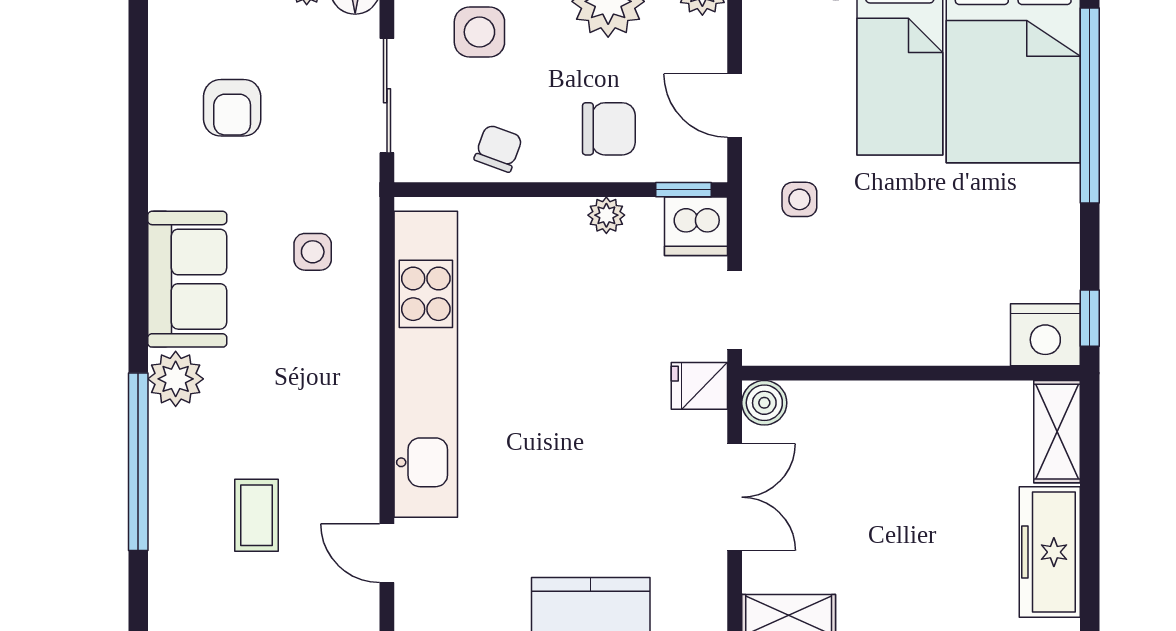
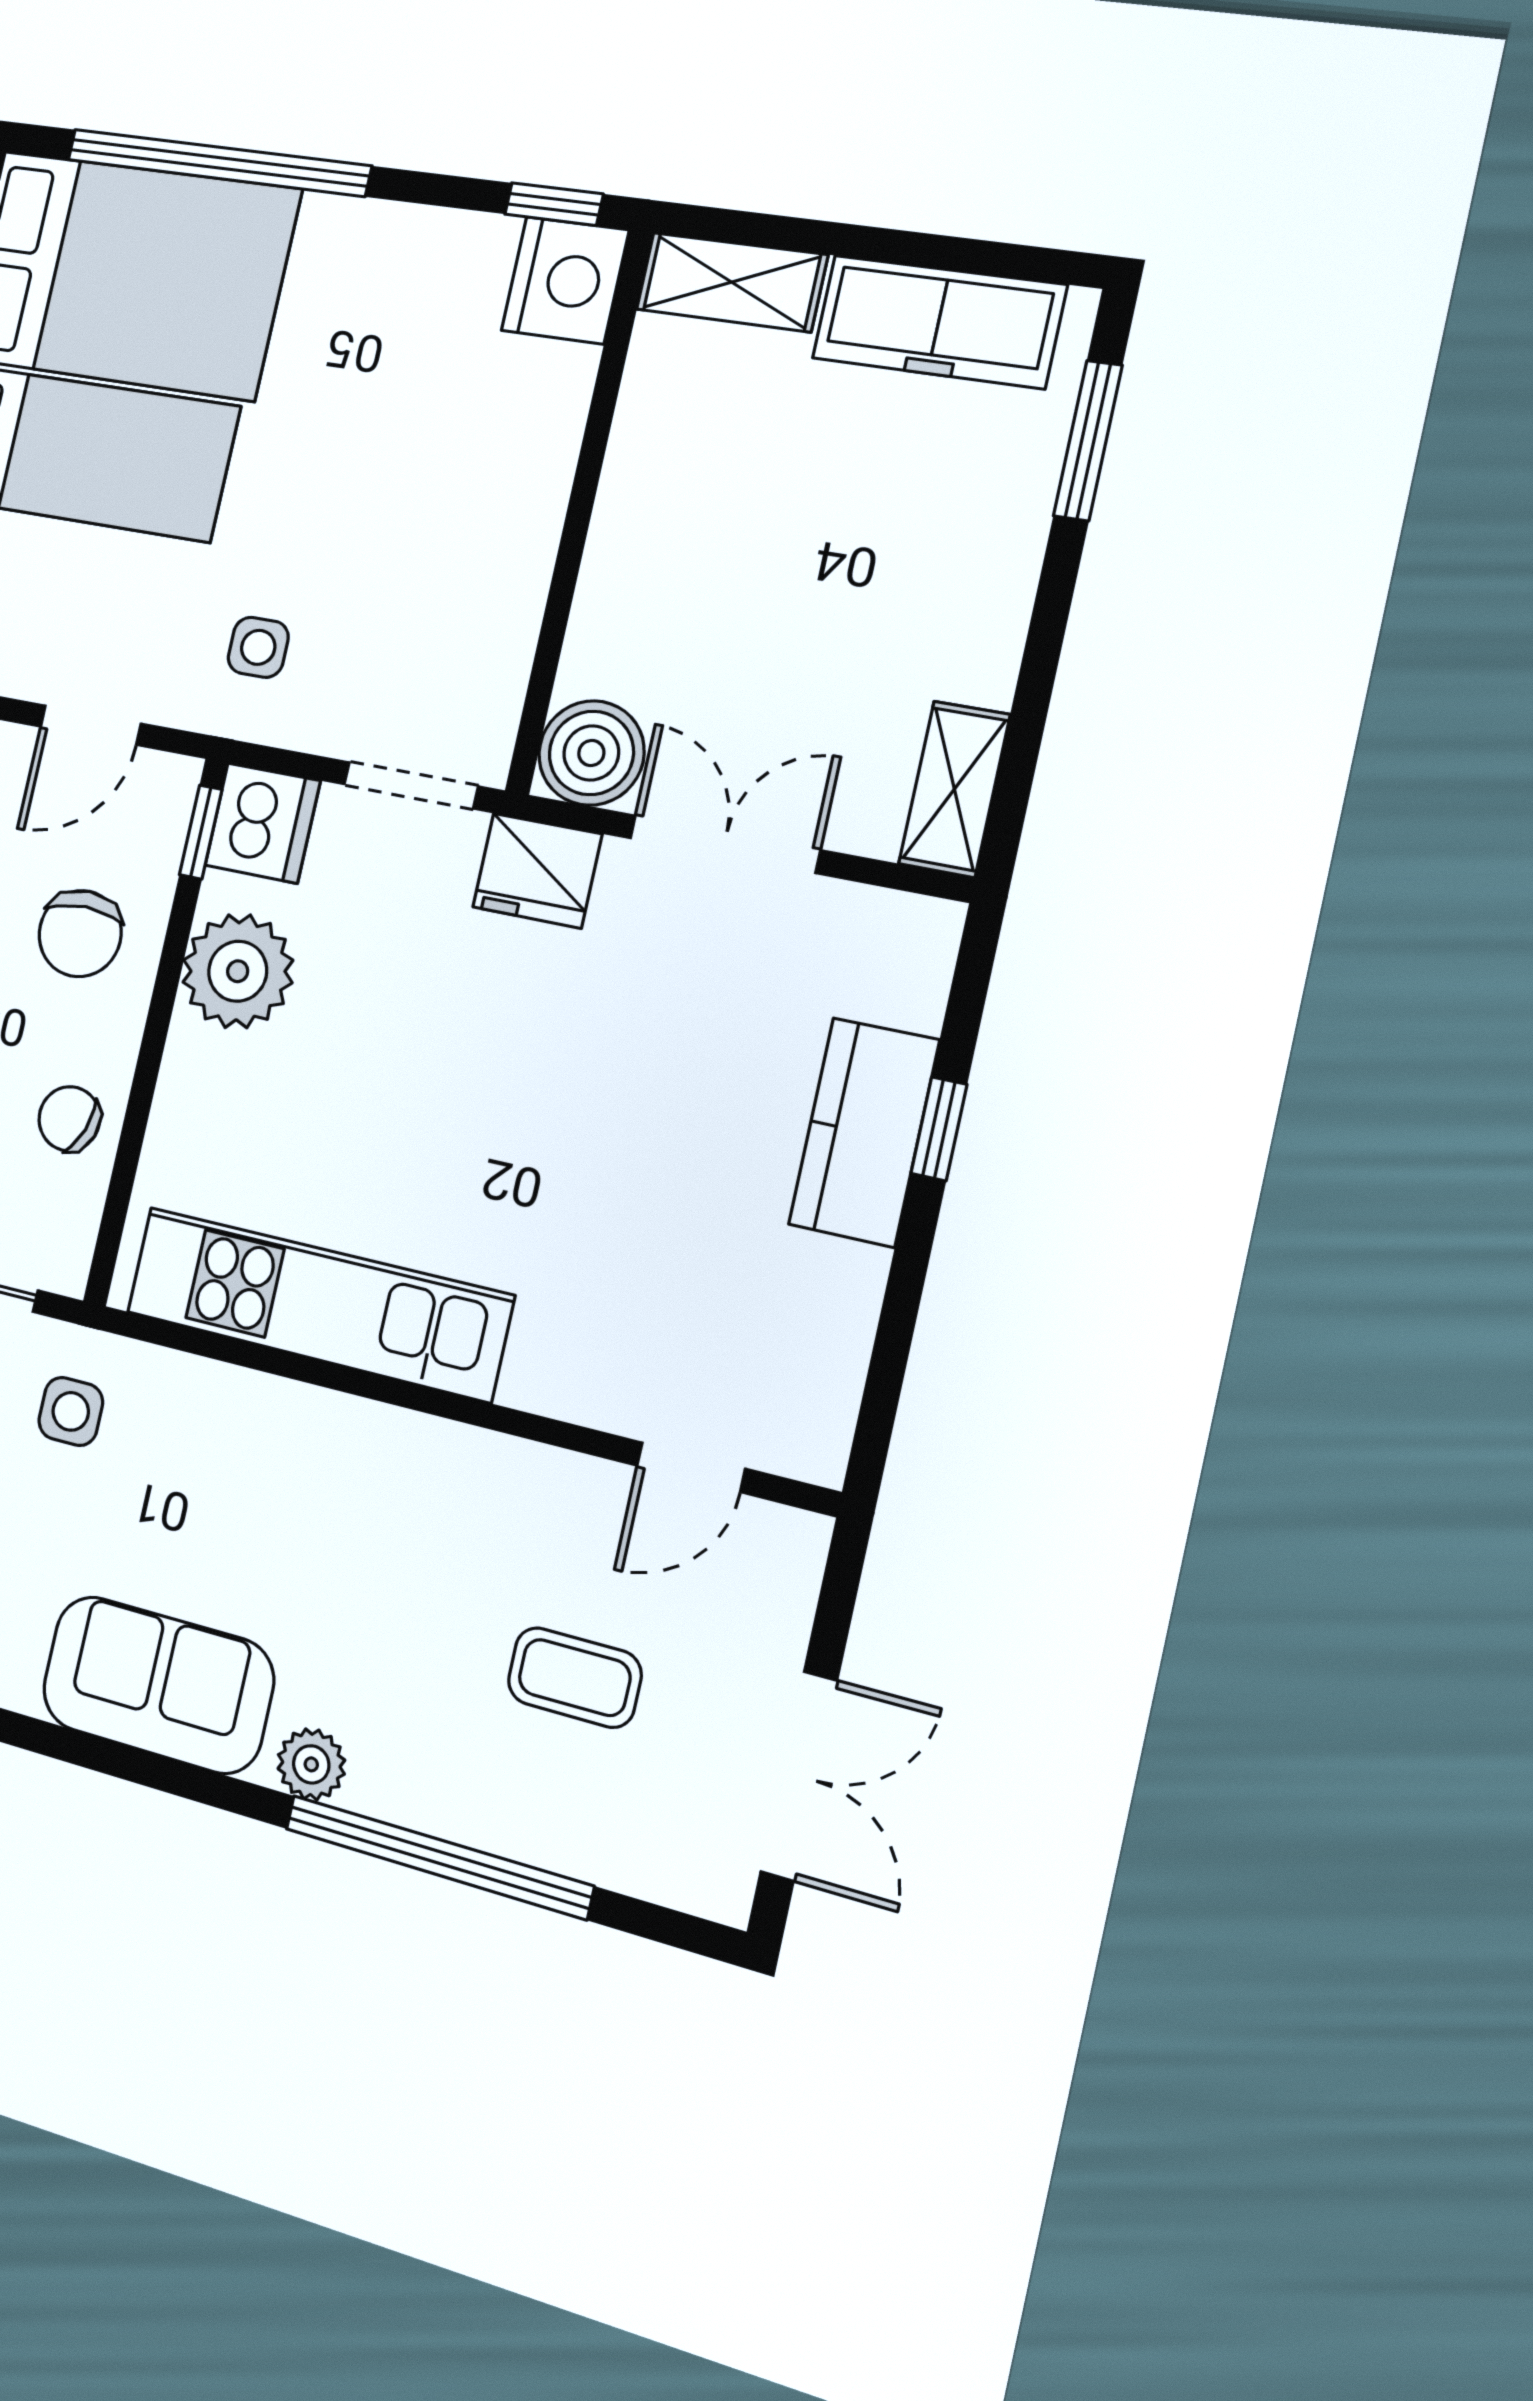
chair: (609, 129) -> (80, 934), turned 180
plant: (606, 215) -> (238, 971), width x1.87, depth x1.87
side table: (313, 252) -> (71, 1411), moved
kitchen unit: (426, 364) -> (318, 1304), width x0.73
plant: (176, 379) -> (311, 1764), width x0.73, depth x0.73
fridge: (699, 386) -> (537, 871), width x1.38
boiler: (764, 403) -> (591, 753), width x1.36, depth x1.36

